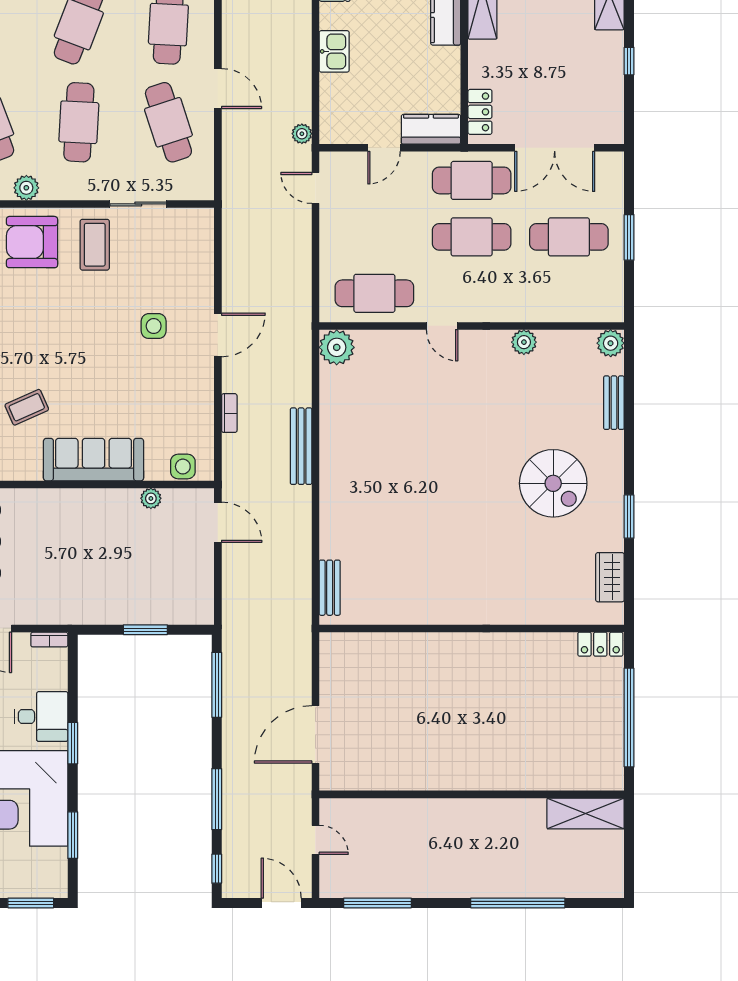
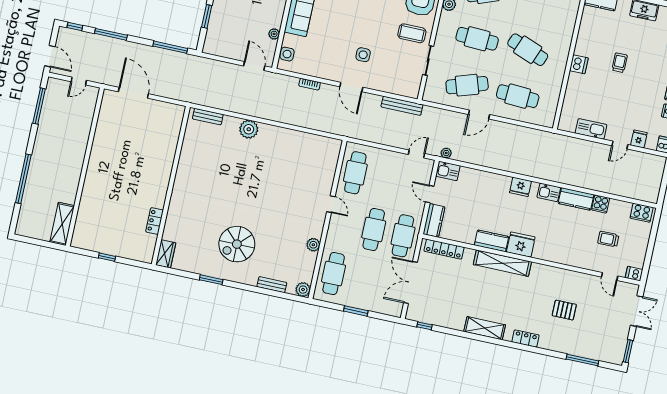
kitchen sink: (334, 51) -> (448, 171), moved
window: (629, 61) -> (425, 326), moved
locker: (480, 112) -> (444, 249), width x1.53
cafe table: (569, 237) -> (334, 274), moved
door: (442, 326) -> (331, 204), swing flipped
plant: (337, 347) -> (249, 129), moved
bench: (301, 446) -> (402, 106), moved
door: (218, 522) -> (254, 66), swing flipped
wardrobe: (610, 577) -> (166, 254), moved, turned 90
locker: (600, 644) -> (155, 221), moved
window: (629, 718) -> (107, 257), width x0.32
door: (281, 903) -> (50, 56), hinge flipped

